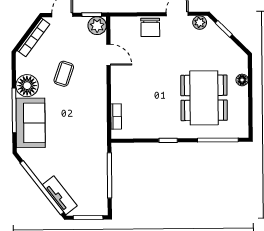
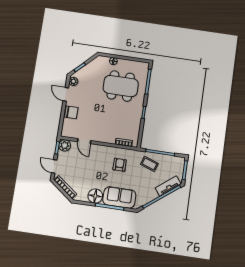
door: (108, 55) -> (84, 141), swing flipped
coffee table: (64, 74) -> (149, 164), moved
armchair: (81, 115) -> (120, 165), added

